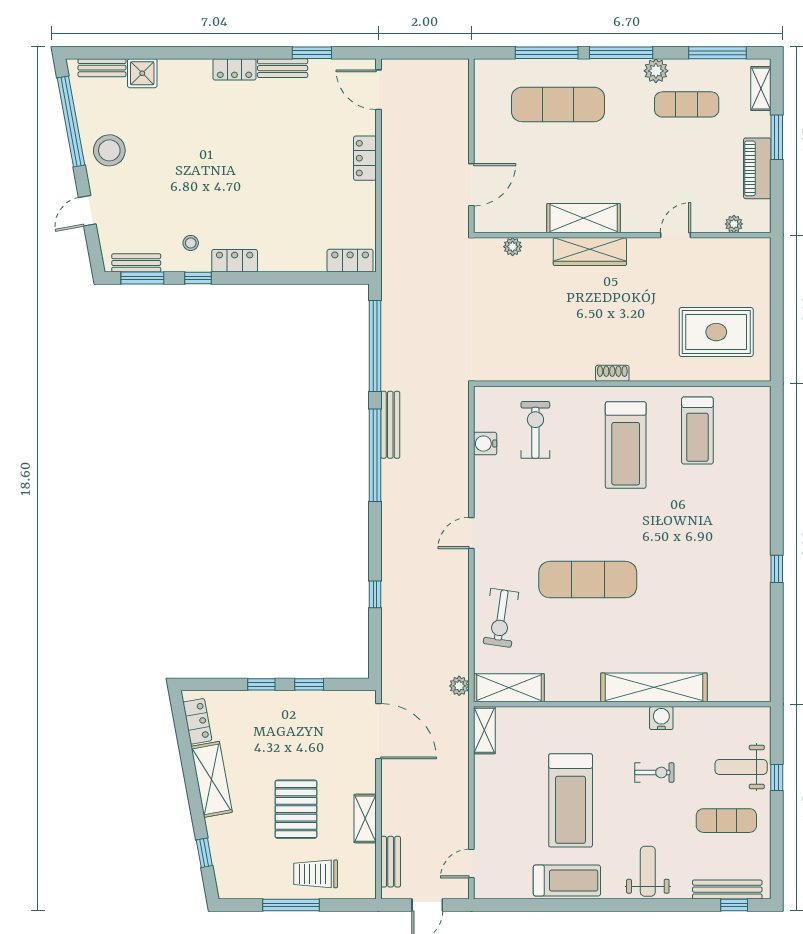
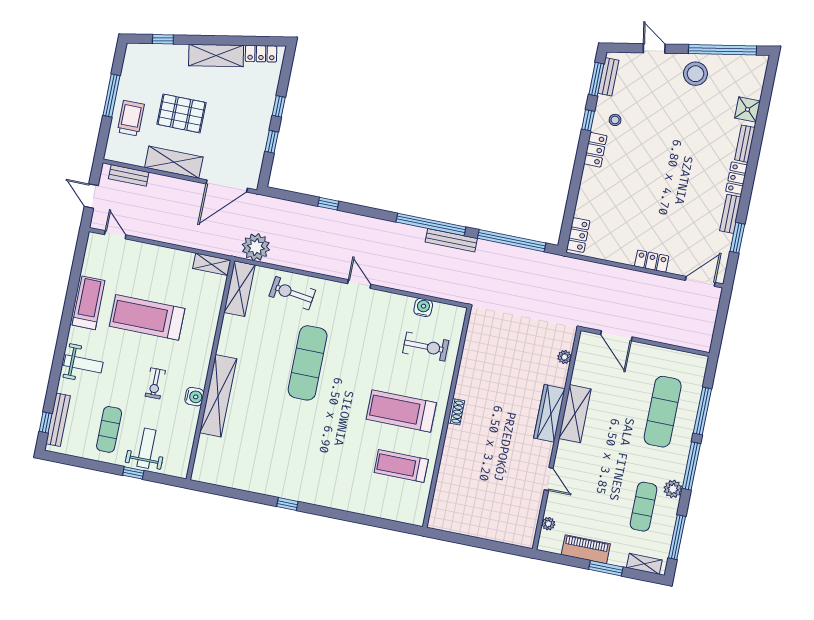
bench: (102, 68) -> (745, 144), moved
rug: (716, 332) -> (471, 495), removed
plant: (459, 686) -> (256, 247), width x1.88, depth x1.88
shelving: (365, 819) -> (174, 162), width x1.50, depth x1.33
treadmill: (567, 881) -> (89, 303), turned 180

